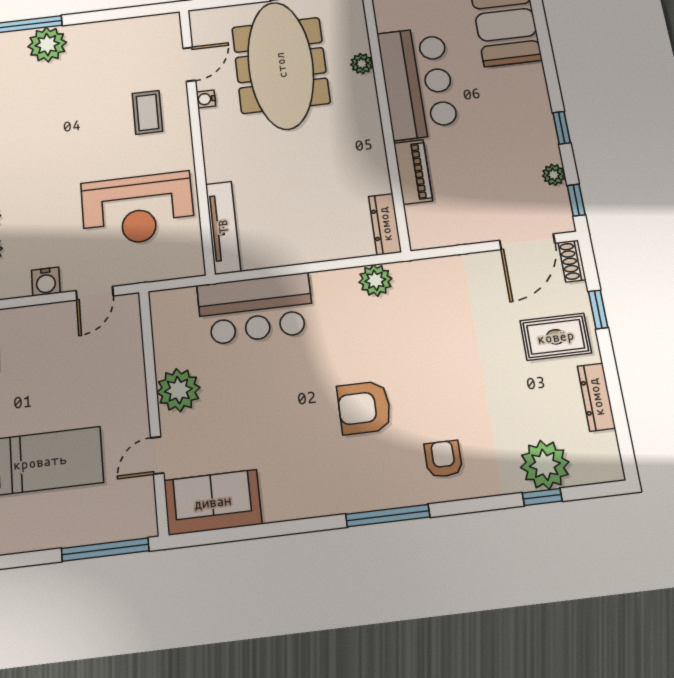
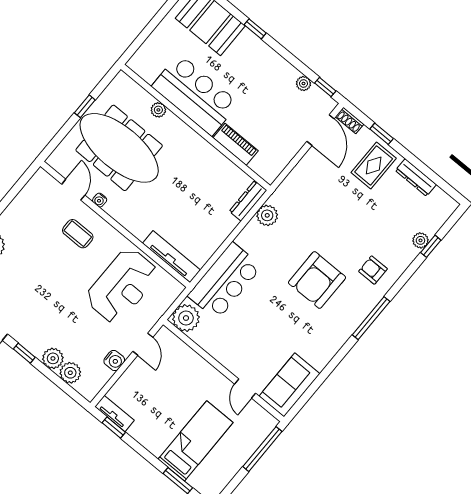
window: (562, 128) -> (255, 29), moved
dresser: (385, 224) -> (248, 201), moved, turned 90
plant: (178, 390) -> (186, 318), moved
armchair: (364, 408) -> (317, 280), width x1.36, depth x1.36
plant: (545, 465) -> (420, 240), width x0.53, depth x0.53

